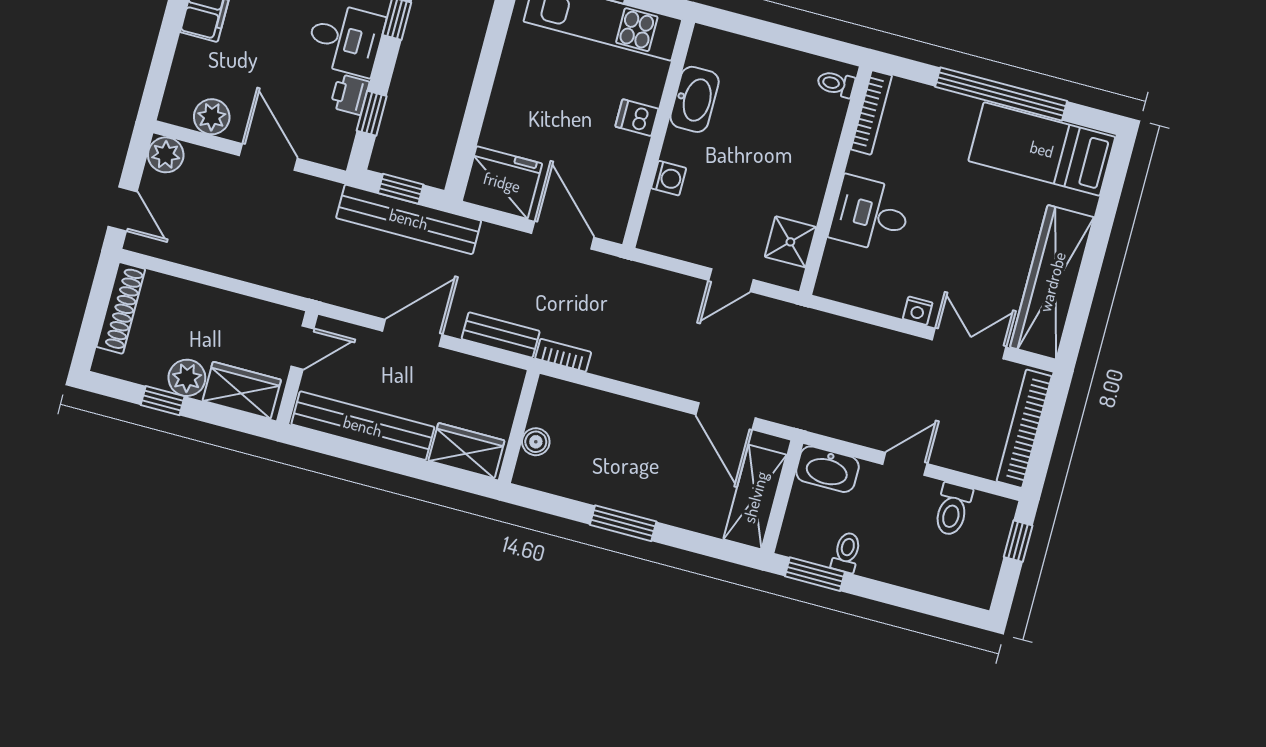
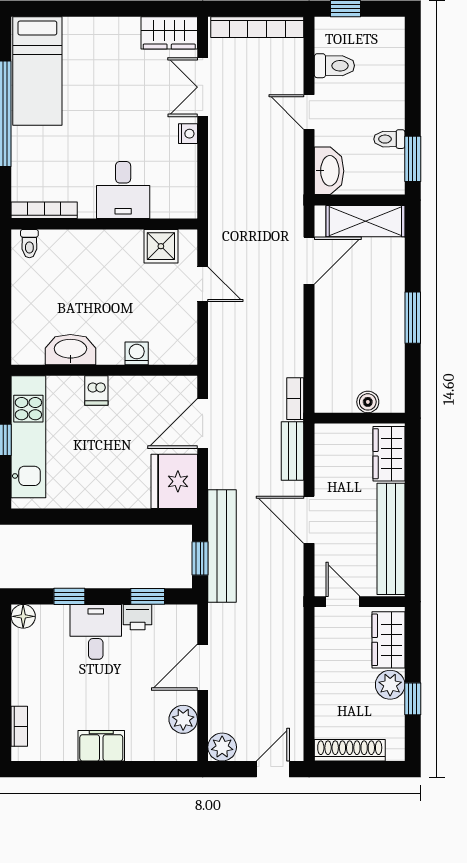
wardrobe: (1052, 282) -> (169, 33), width x0.48, depth x0.85

